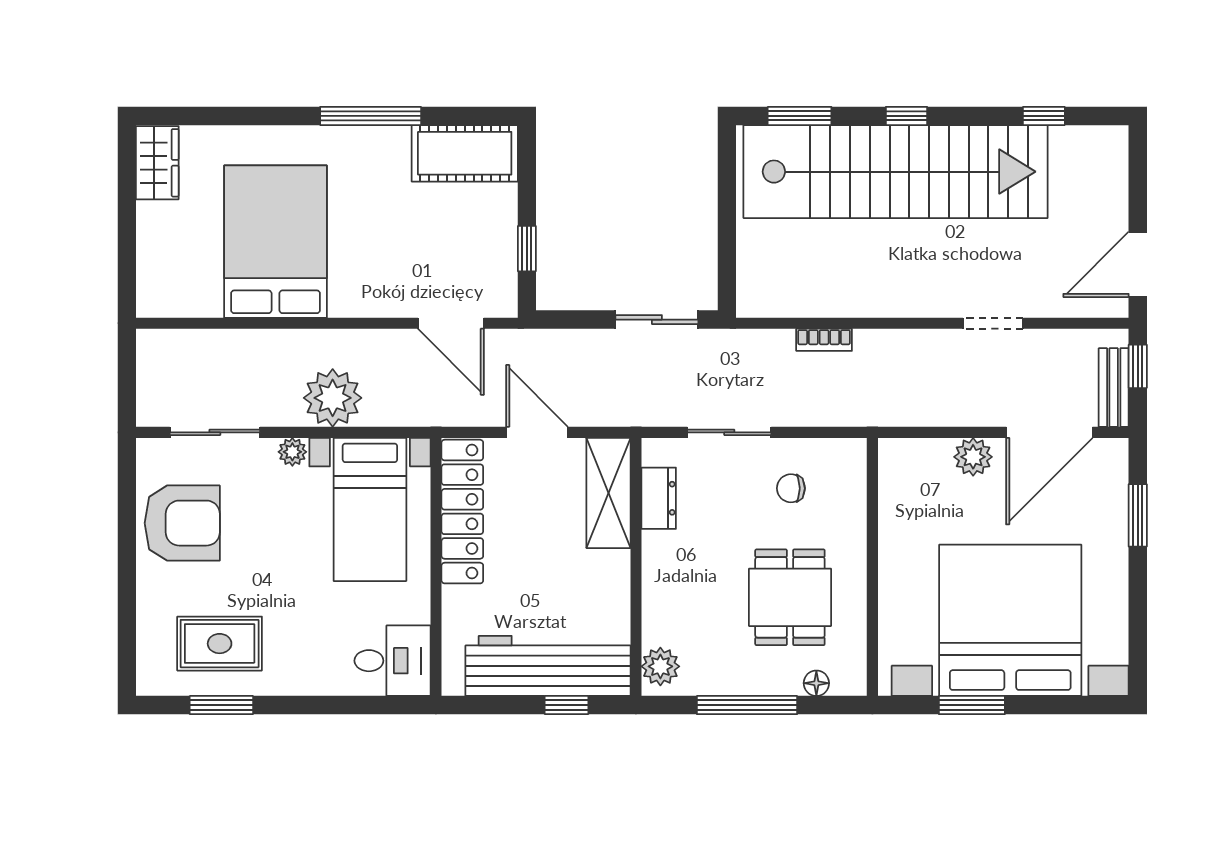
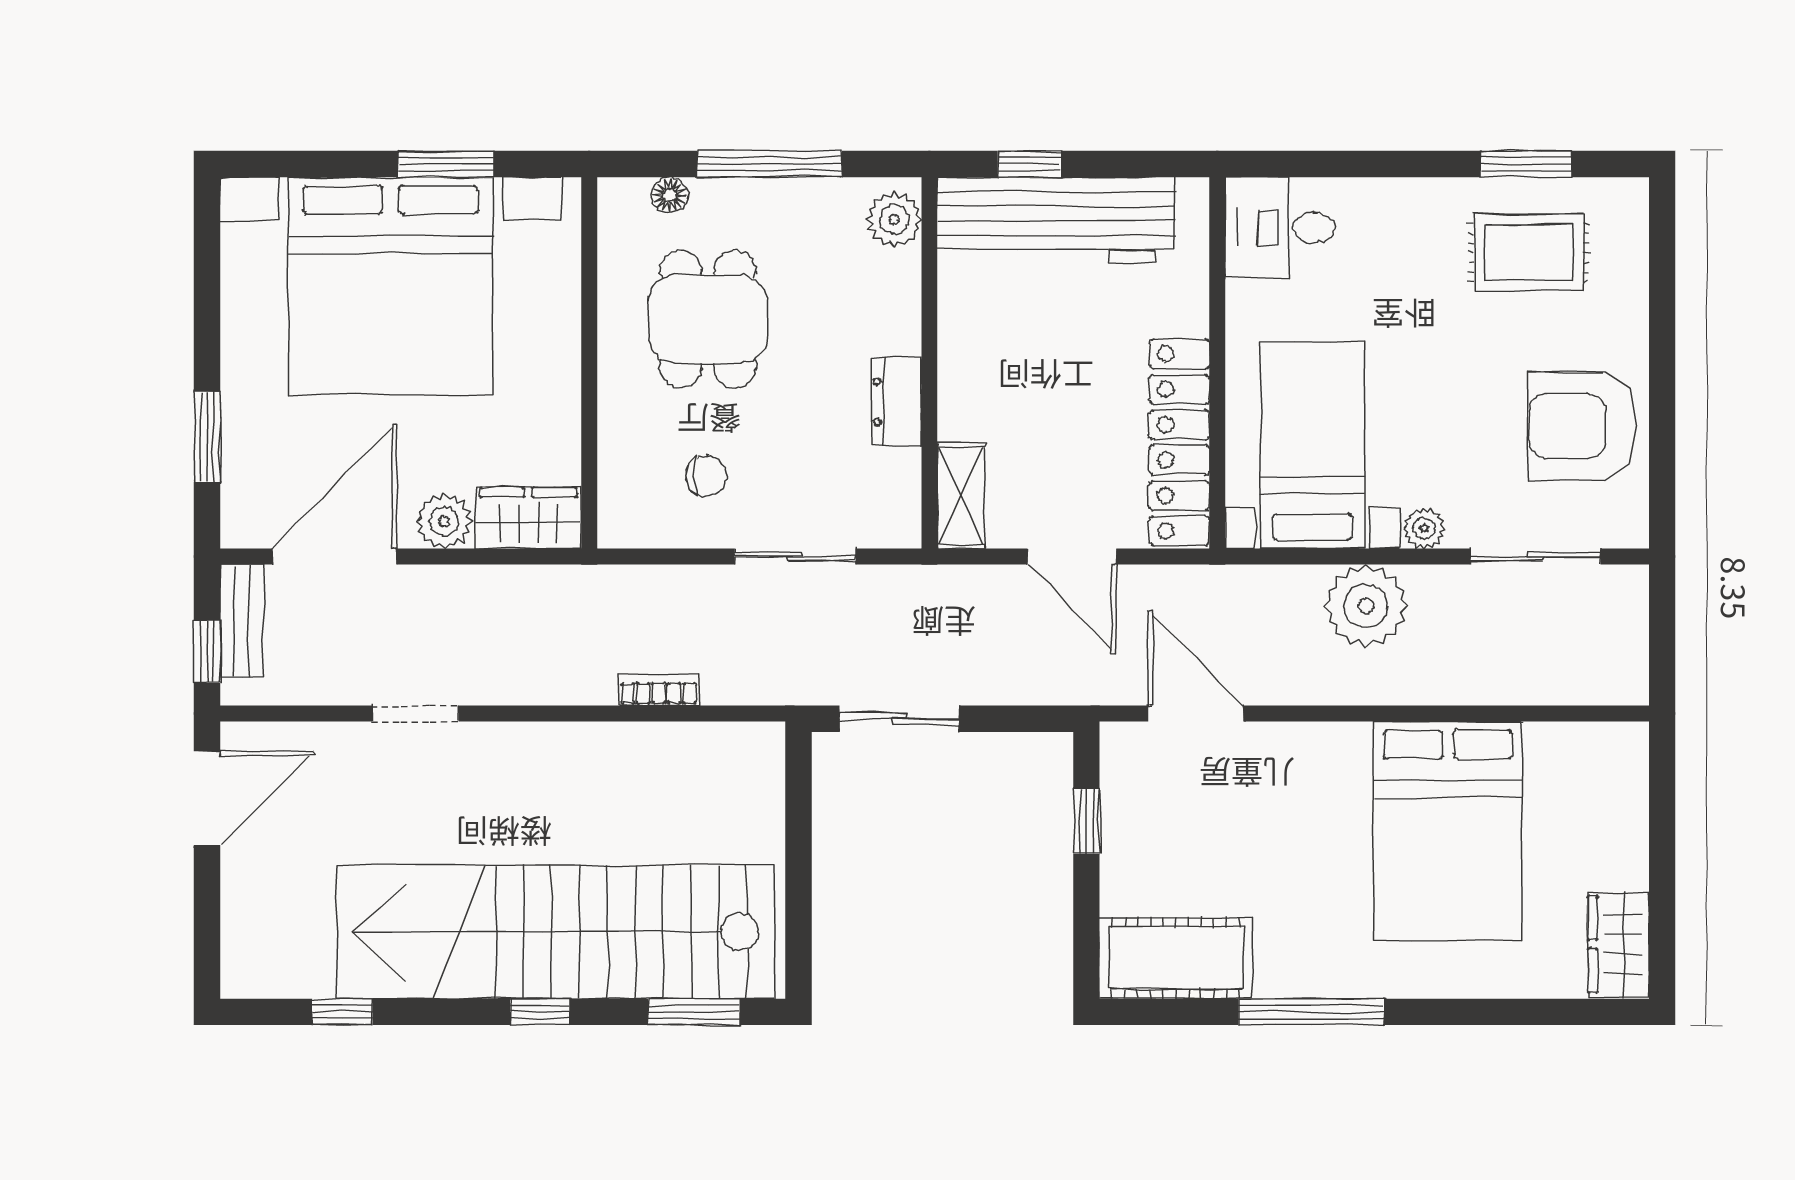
wardrobe: (914, 459) -> (529, 518), added
shelving: (608, 493) -> (961, 496), width x0.67, depth x0.75
dresser: (659, 498) -> (897, 402), moved

